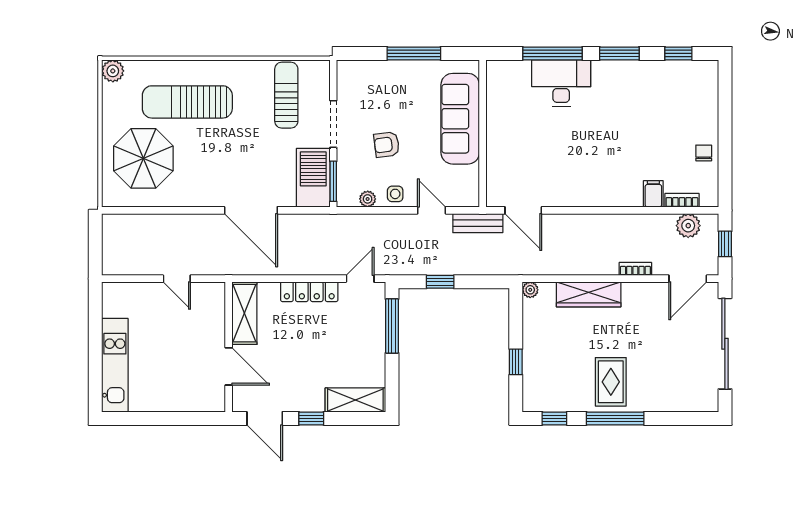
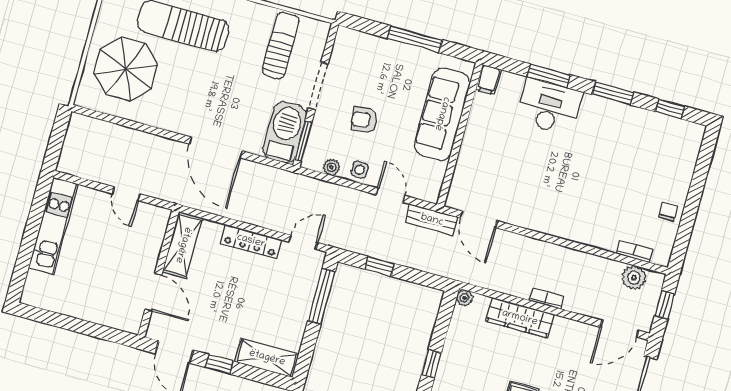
window: (553, 53) -> (548, 76), width x0.69
filing cabinet: (653, 194) -> (489, 80), moved, turned 180
bookcase: (635, 269) -> (547, 299), moved
kitchen unit: (115, 365) -> (53, 226), moved

